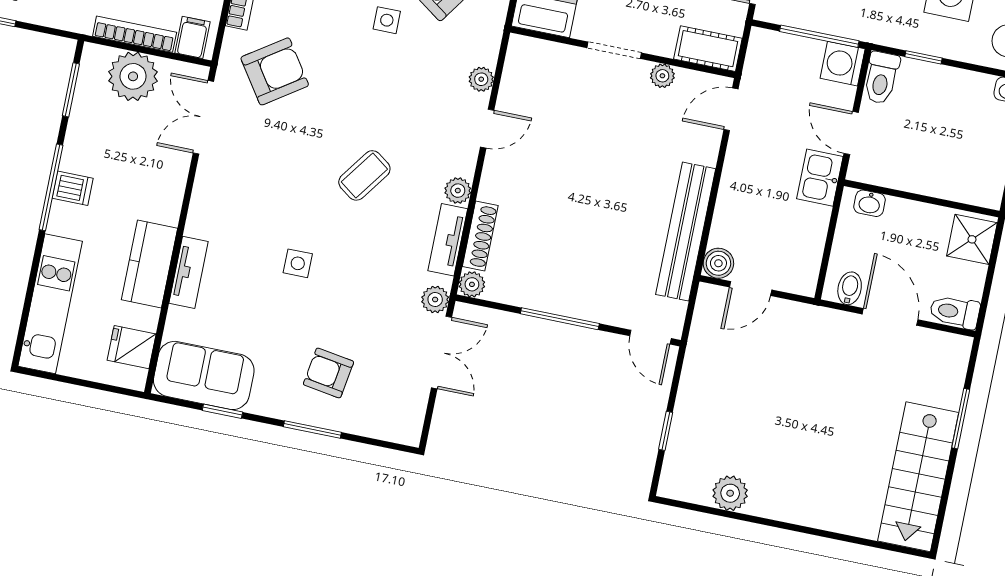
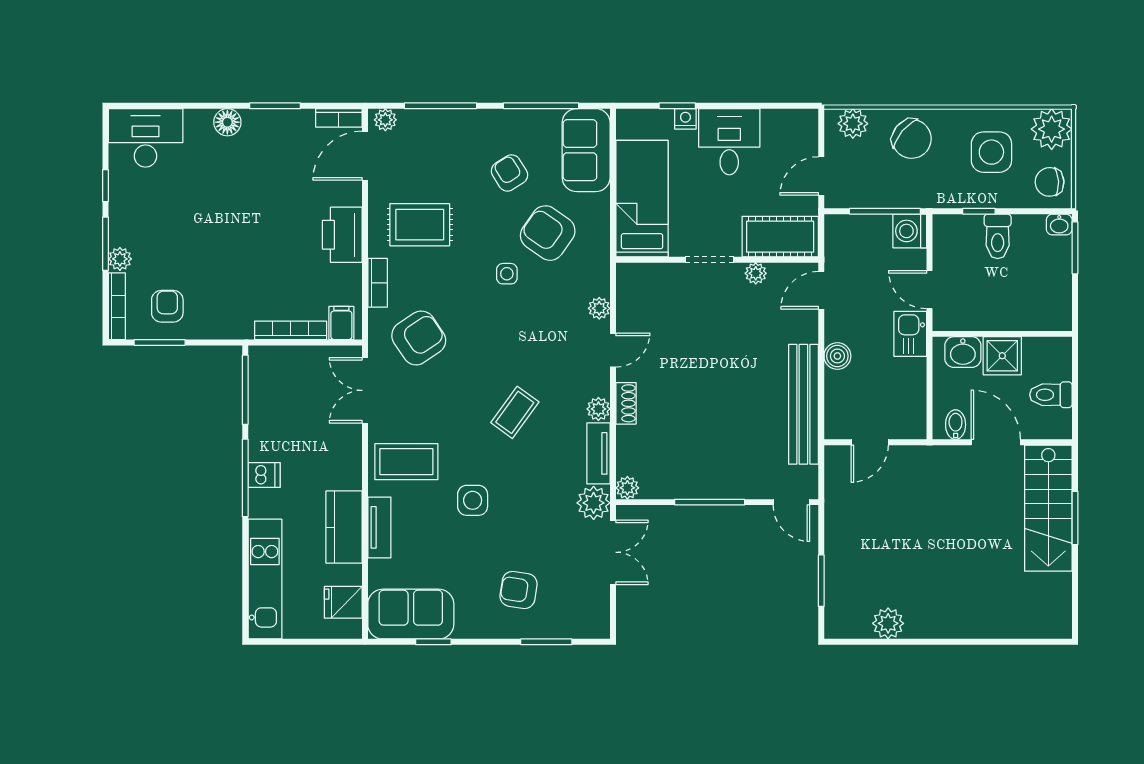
cot: (708, 49) -> (780, 237), width x1.37, depth x1.34
plant: (133, 76) -> (297, 367), removed
toilet: (881, 78) -> (998, 236), moved
window: (71, 90) -> (245, 390), width x1.44
washbasin: (870, 203) -> (963, 352), width x1.38, depth x1.45
coffee table: (233, 206) -> (406, 462), added
shoe rack: (480, 236) -> (626, 403), moved, width x0.70
shower: (972, 239) -> (1002, 356), moved
side table: (298, 263) -> (473, 500), width x1.37, depth x1.37
boiler: (718, 263) -> (837, 356), moved
plant: (435, 299) -> (594, 503), width x1.38, depth x1.38
toilet: (955, 312) -> (1051, 395), moved
window: (312, 429) -> (546, 642), moved
window: (666, 431) -> (821, 581), width x1.50
stairs: (918, 477) -> (1048, 508), moved

